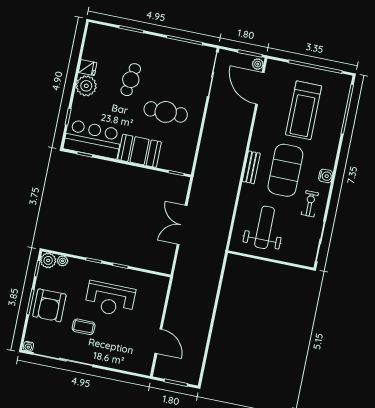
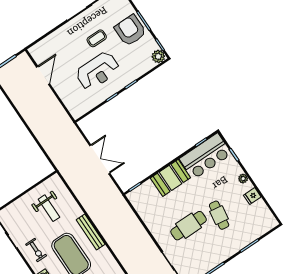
plant: (86, 86) -> (243, 179), width x0.53, depth x0.53
cafe table: (166, 112) -> (189, 226), moved
bench: (251, 167) -> (91, 232), width x1.36
weight bench: (265, 227) -> (49, 208), width x0.73, depth x0.75
plant: (63, 261) -> (149, 65), removed
reception desk: (110, 299) -> (98, 71), turned 180
door: (158, 341) -> (43, 75), swing flipped

